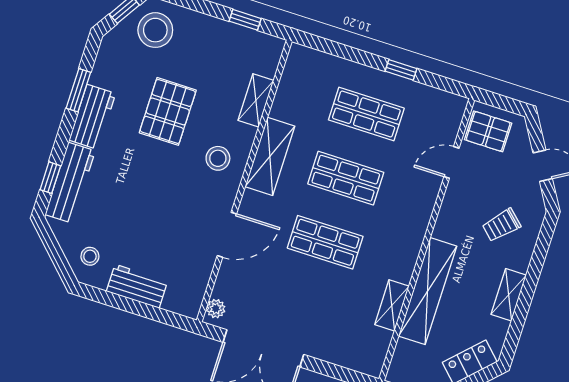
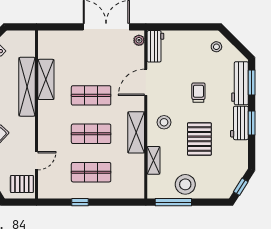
window: (245, 20) -> (173, 202), width x2.17
stool: (155, 30) -> (185, 184), moved
window: (78, 90) -> (252, 123), moved
window: (50, 178) -> (252, 83), width x1.50
trolley: (145, 189) -> (198, 93), added
workbench: (137, 286) -> (155, 46), moved, turned -90
shelving: (392, 305) -> (46, 79), width x1.50, depth x1.33

